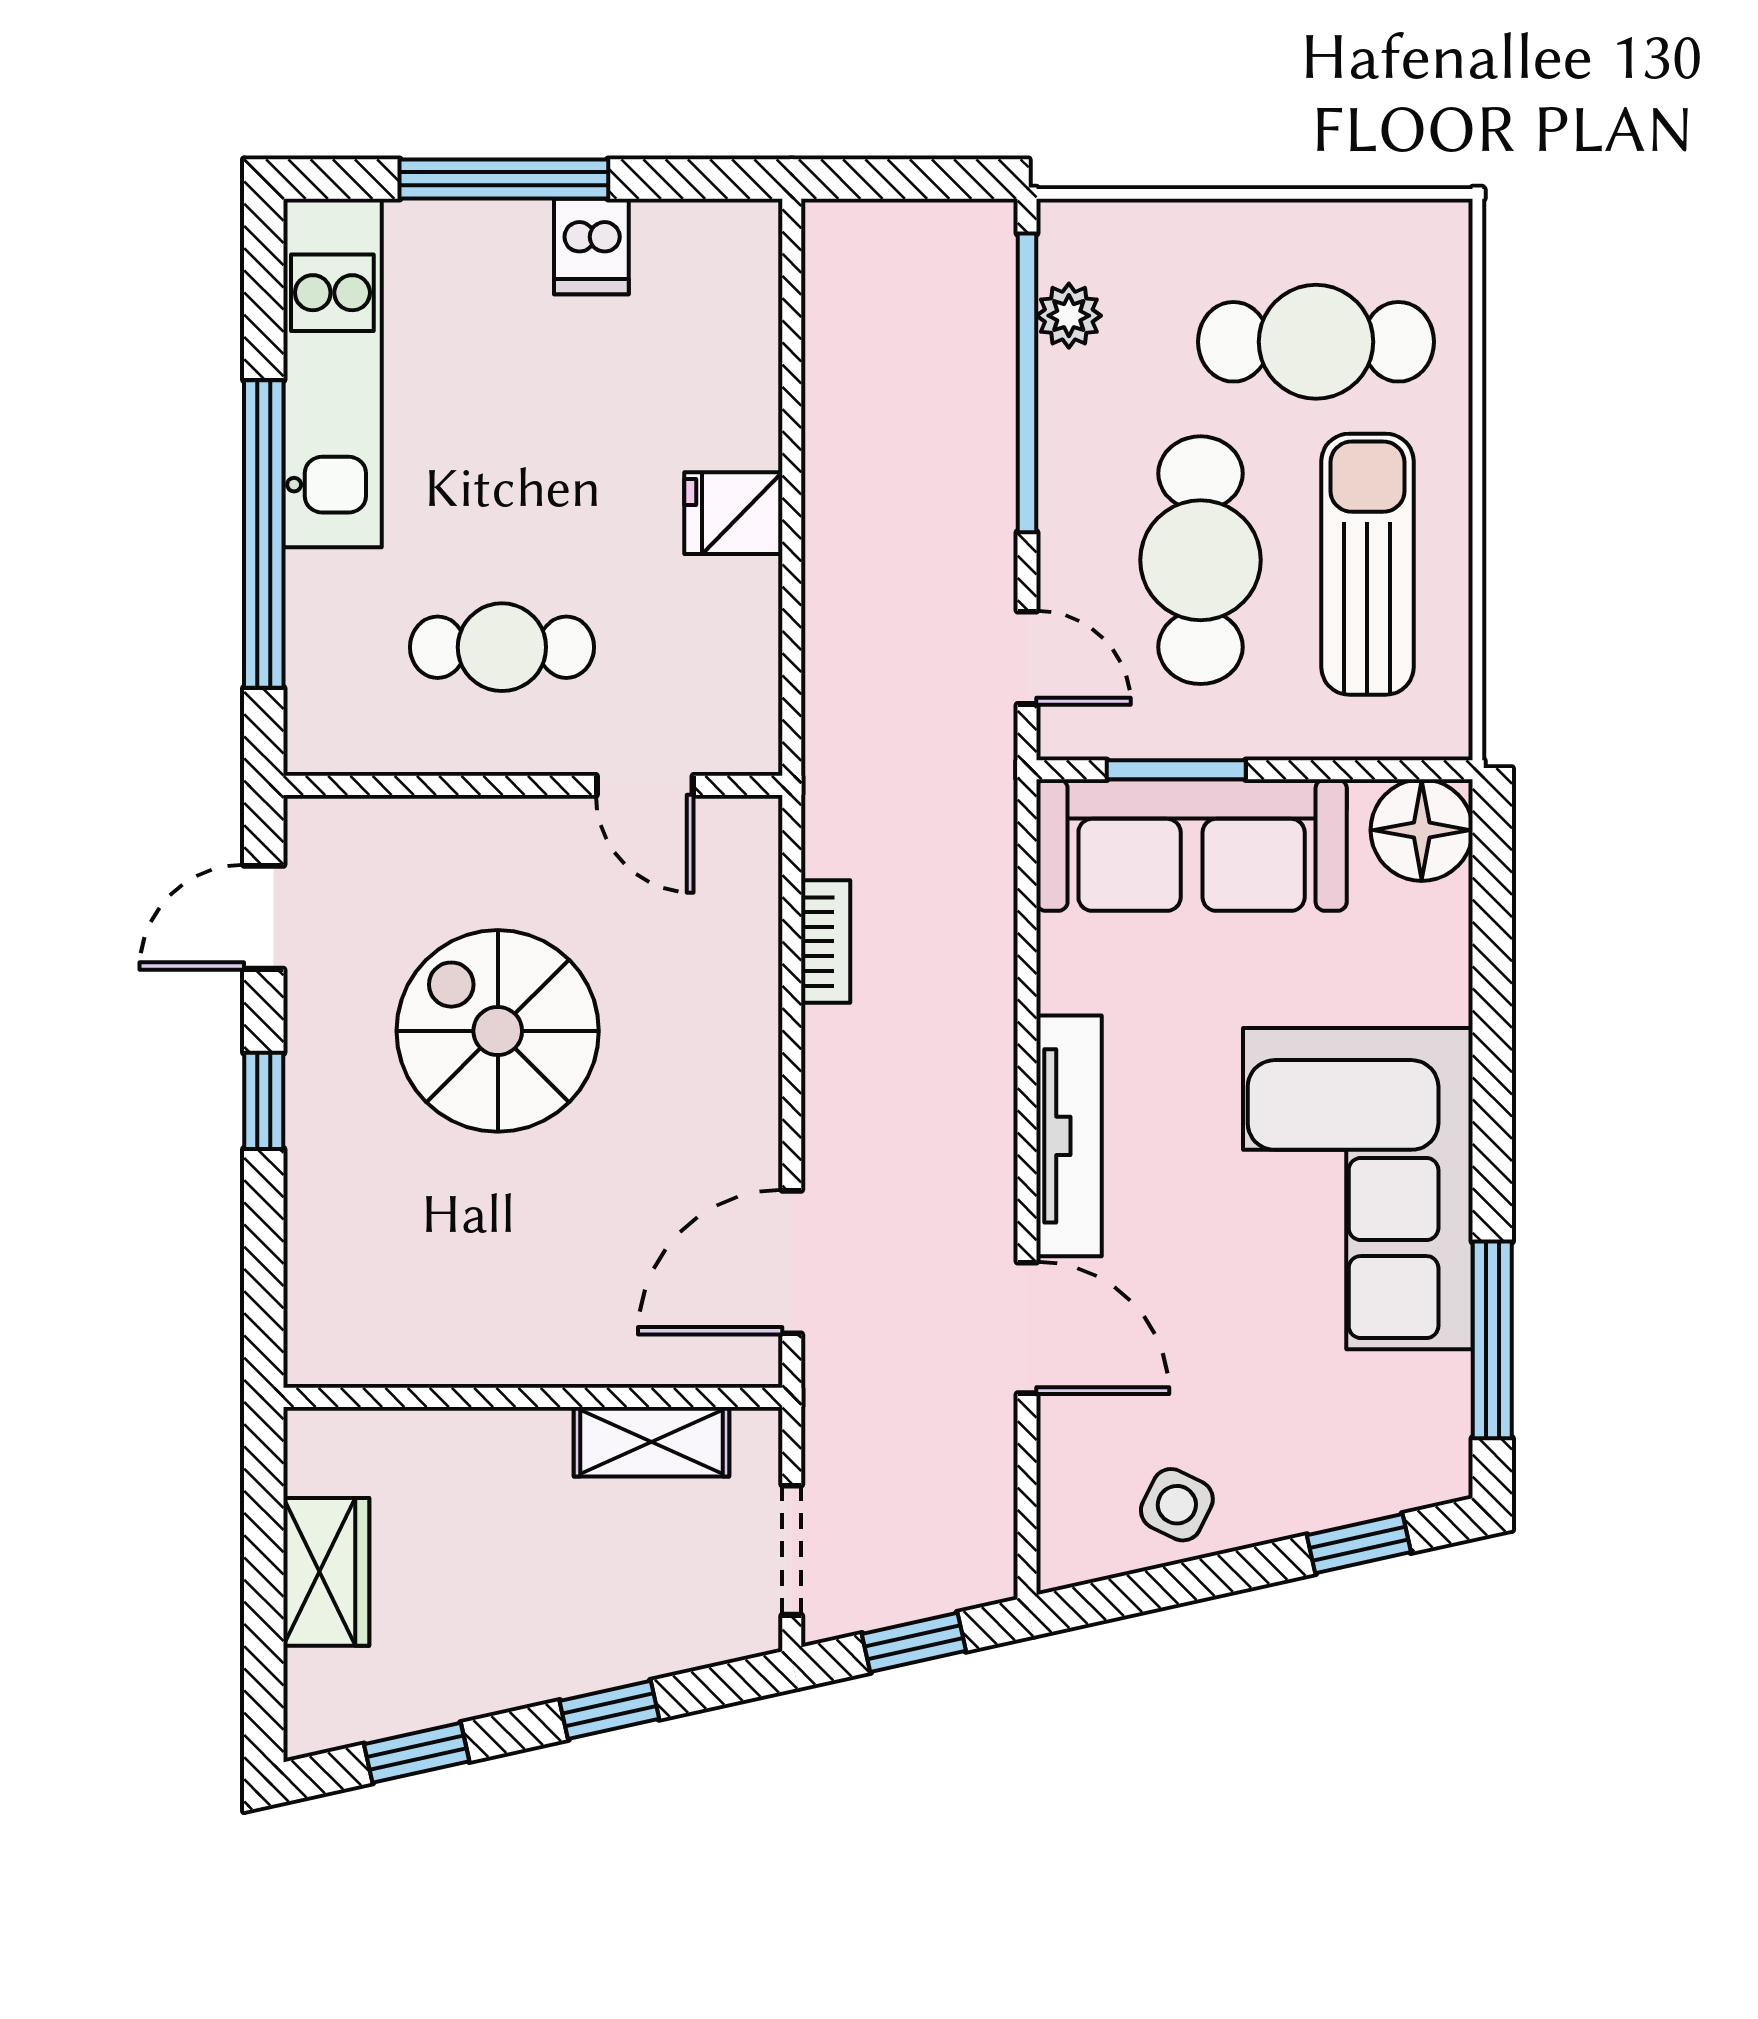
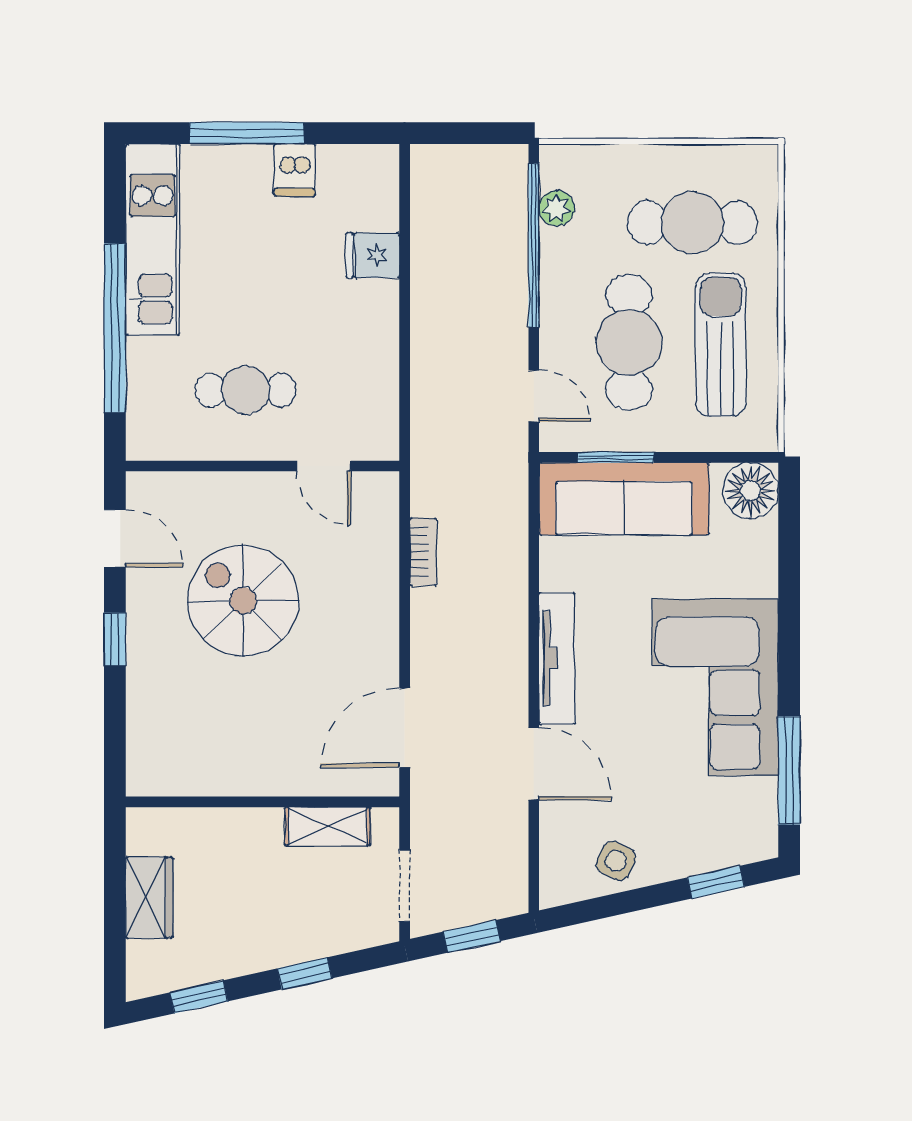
fridge: (733, 513) -> (373, 255), moved
door: (264, 917) -> (115, 538), swing flipped

